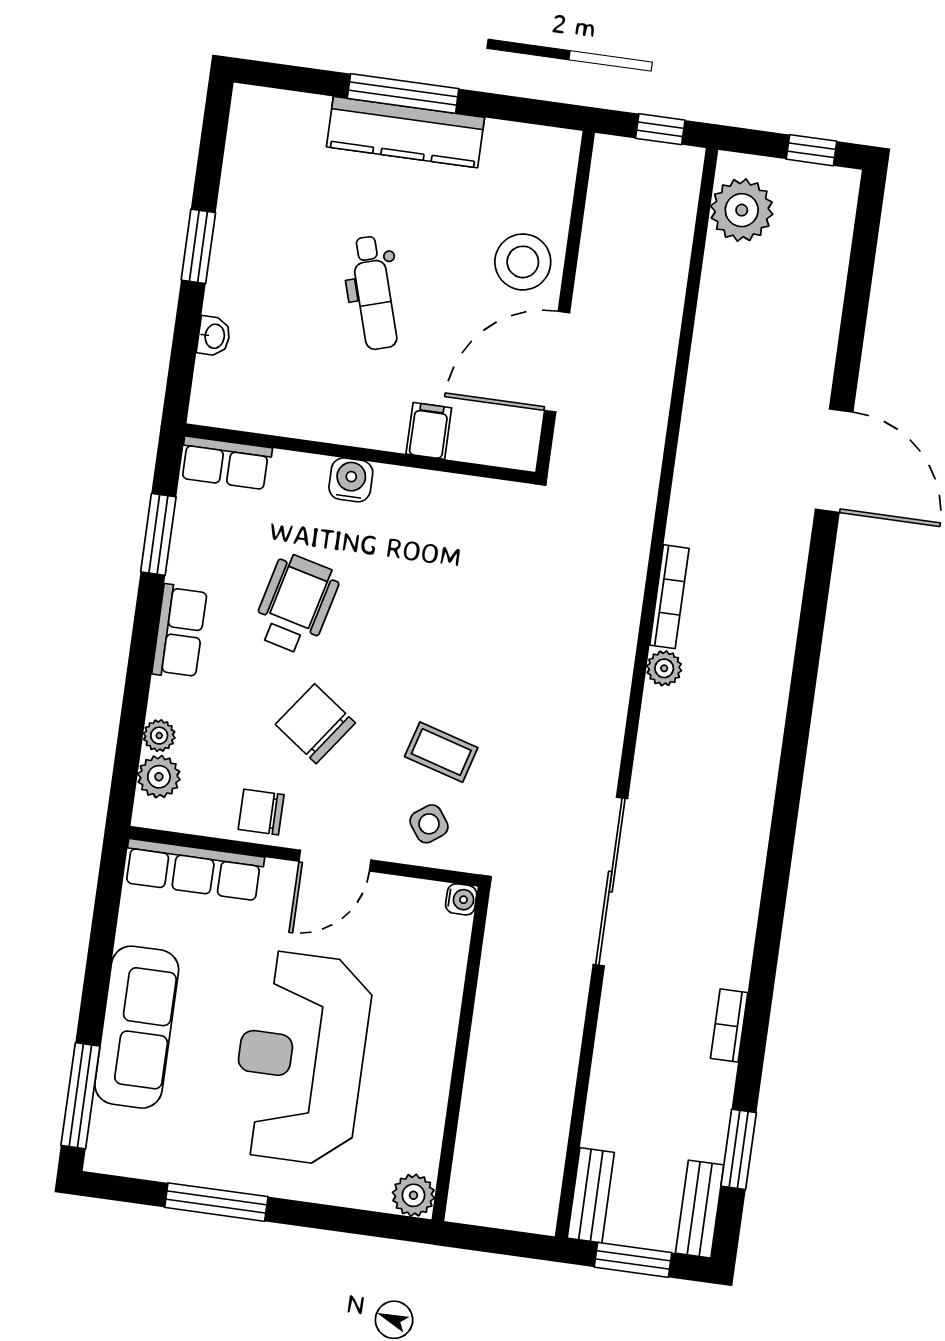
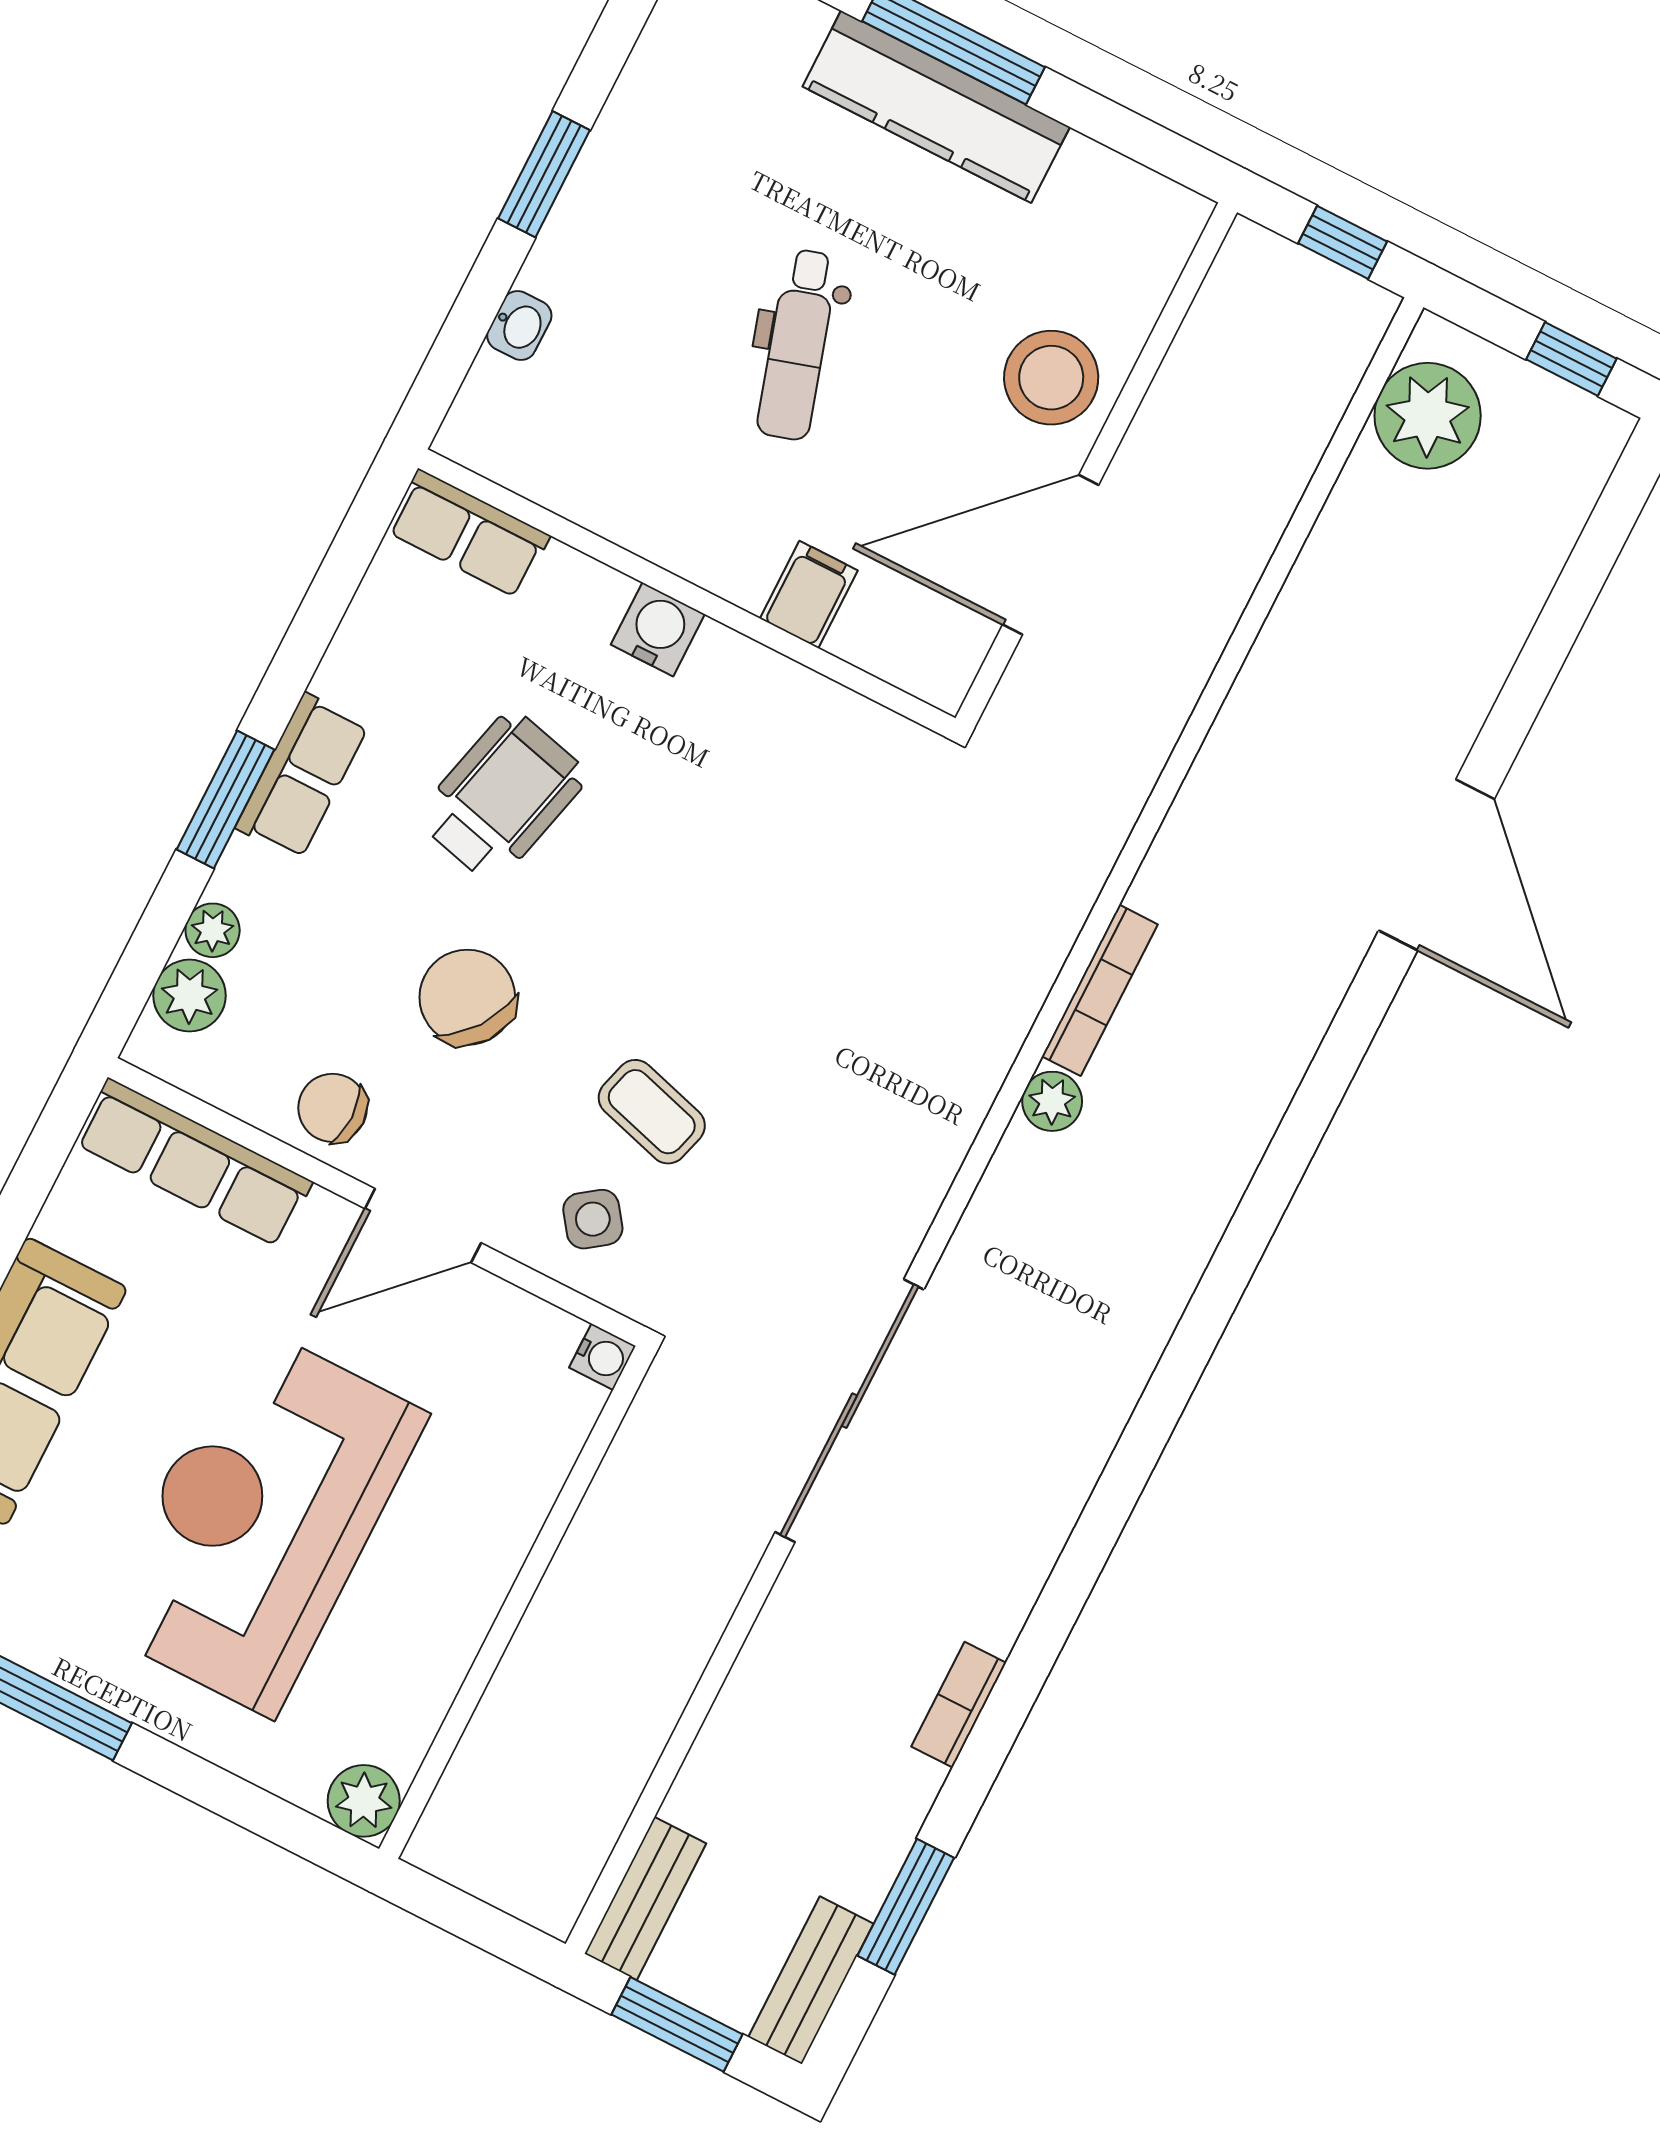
window: (158, 534) -> (225, 799), moved

